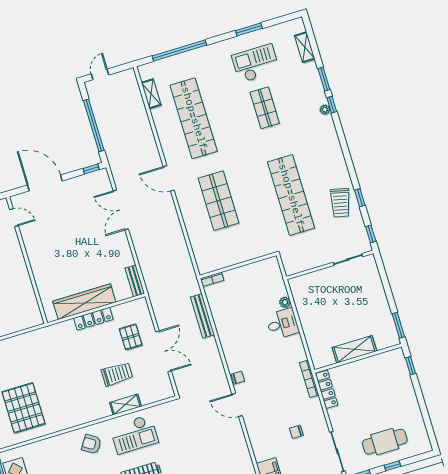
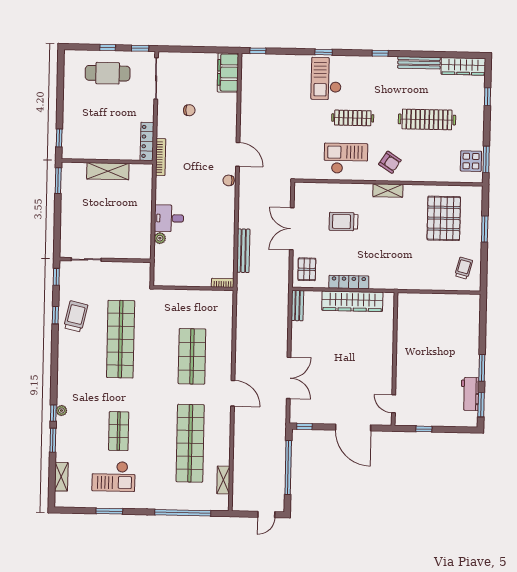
pallet: (131, 337) -> (307, 269), moved
shelving: (125, 405) -> (388, 191), moved

